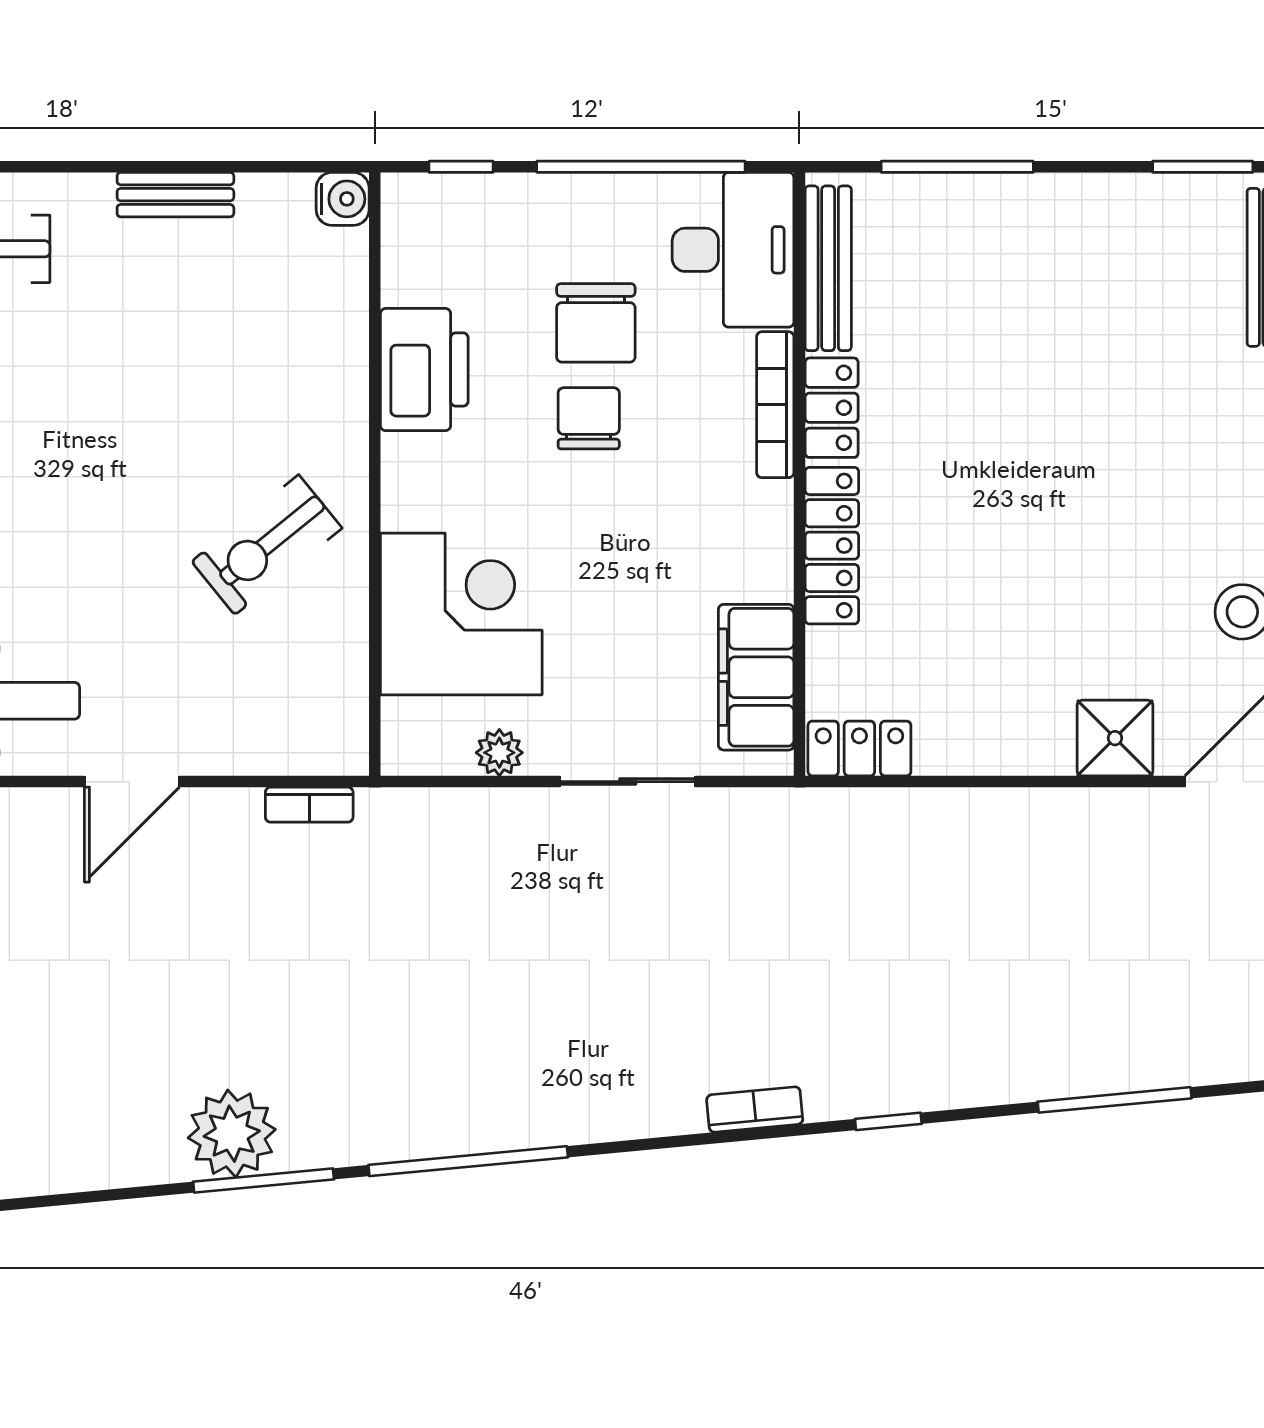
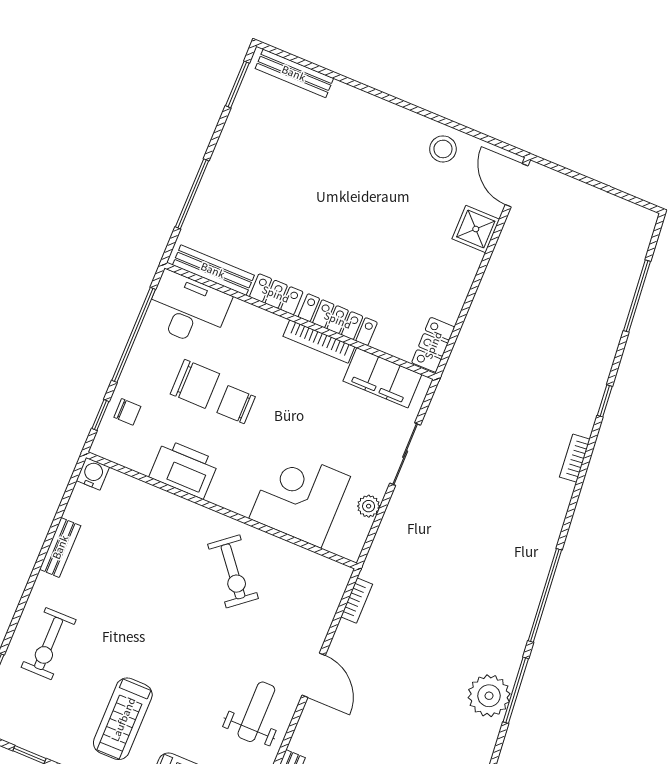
chair: (488, 216) -> (127, 412), added
bookcase: (775, 405) -> (319, 341), moved

